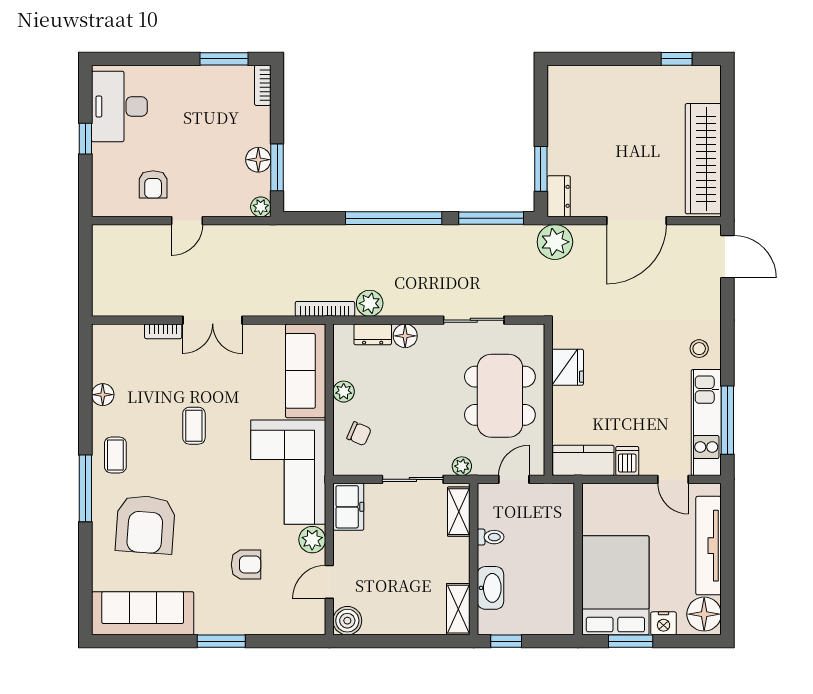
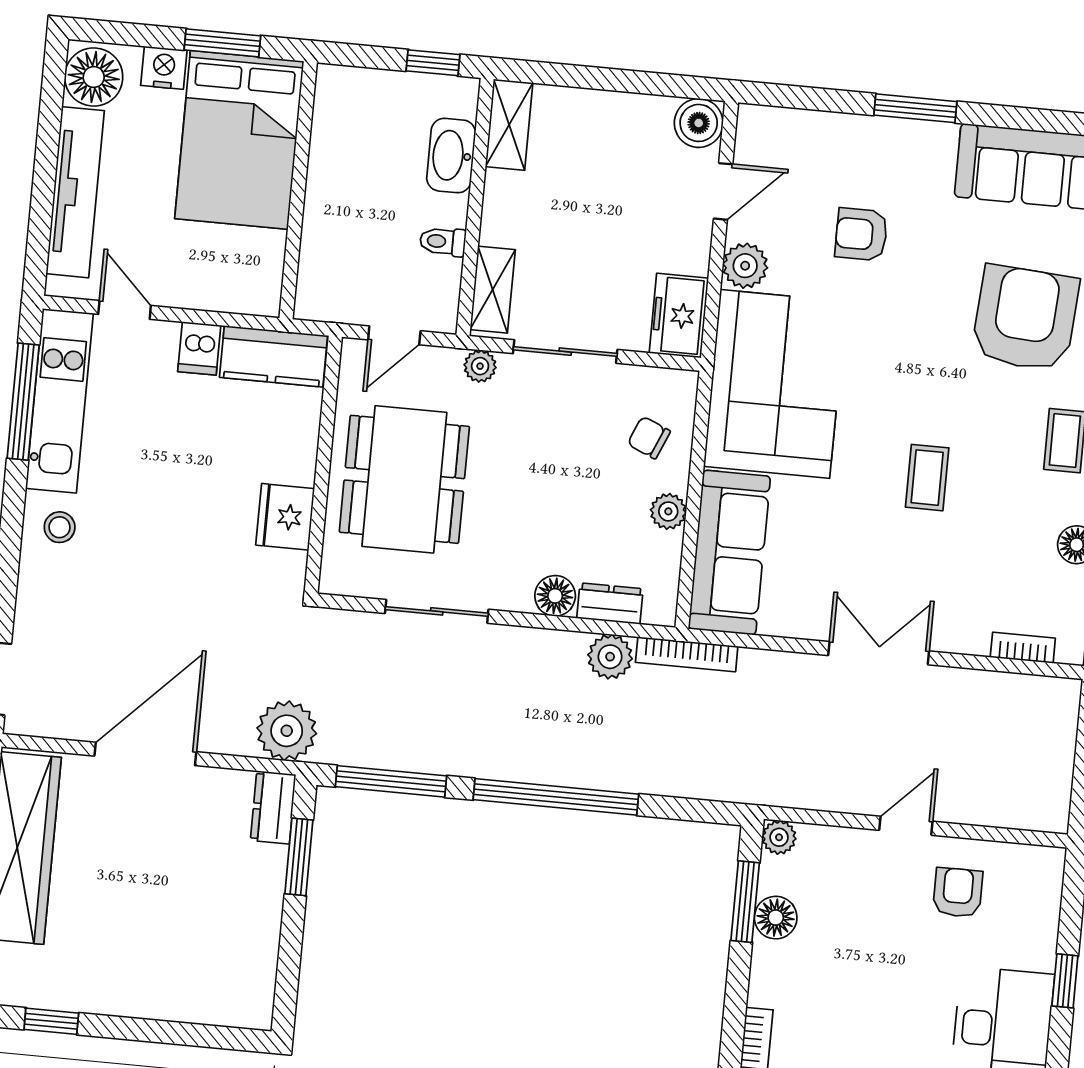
bookcase: (163, 331) -> (1023, 648), moved

